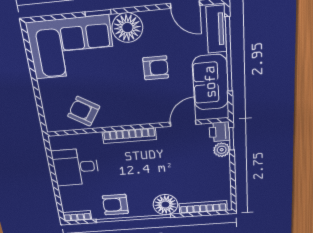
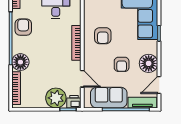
floor lamp: (127, 28) -> (149, 63), moved
armchair: (84, 111) -> (103, 36), moved, turned 148
plant: (222, 150) -> (56, 98), width x1.88, depth x1.88

